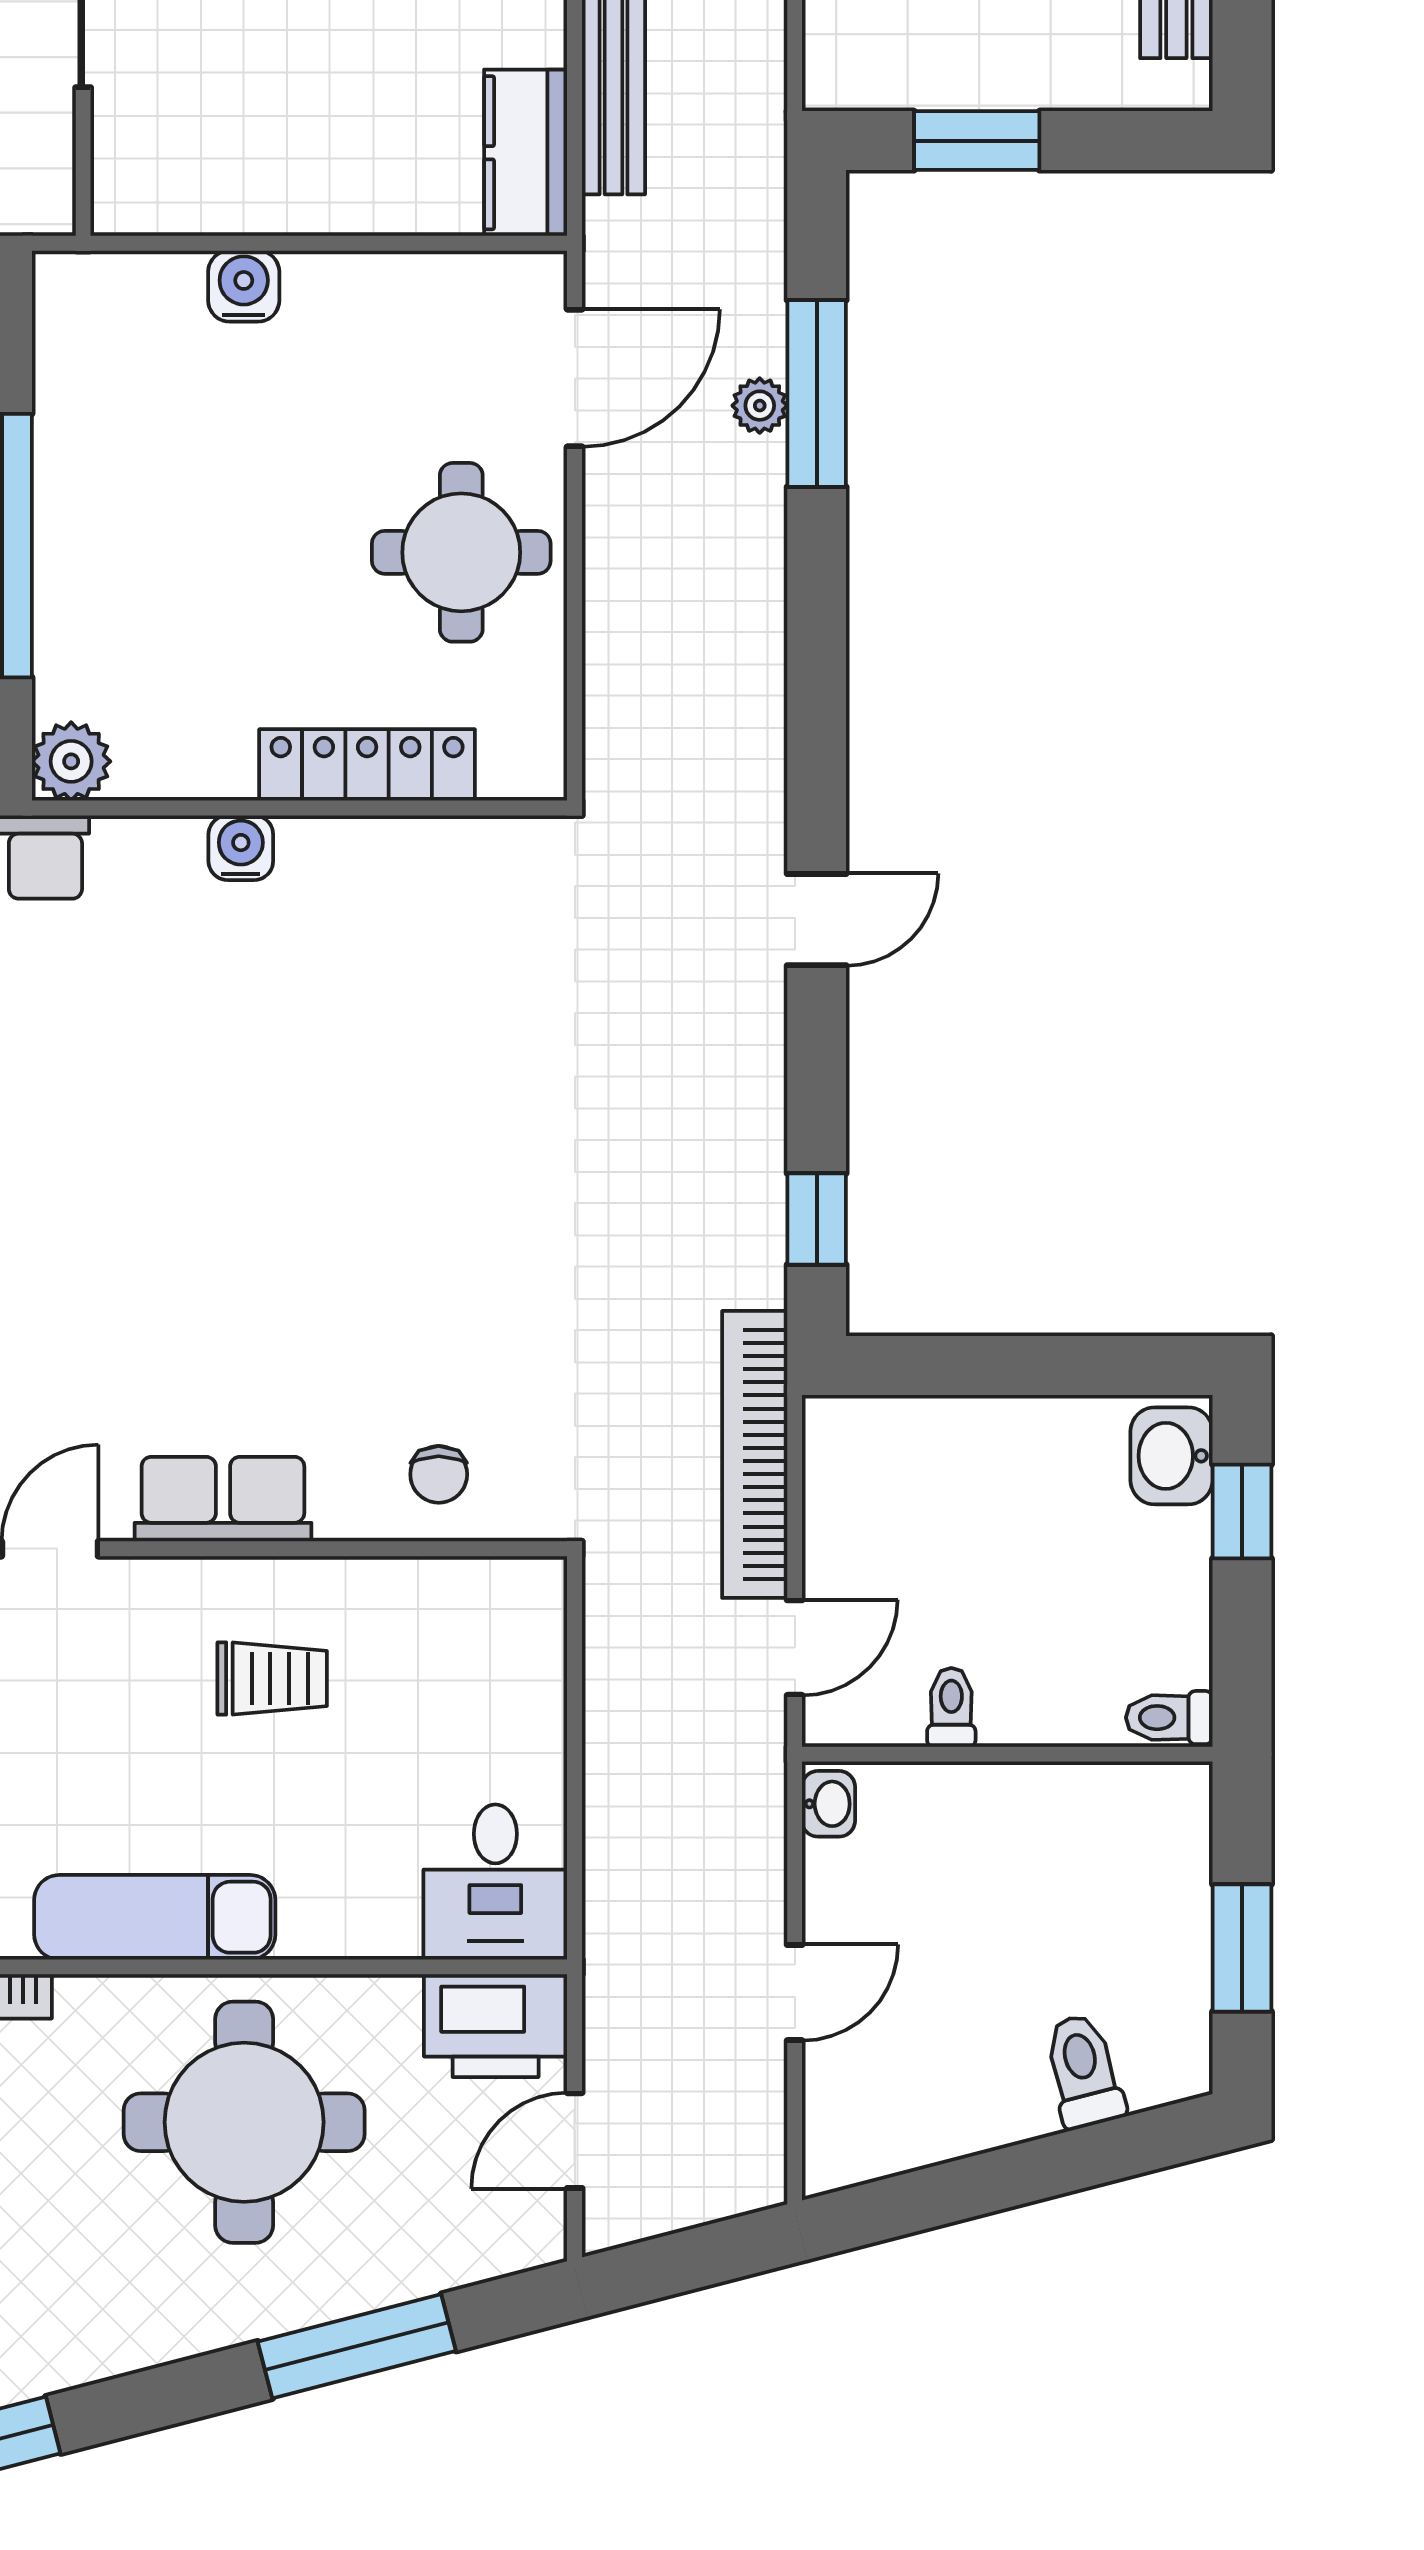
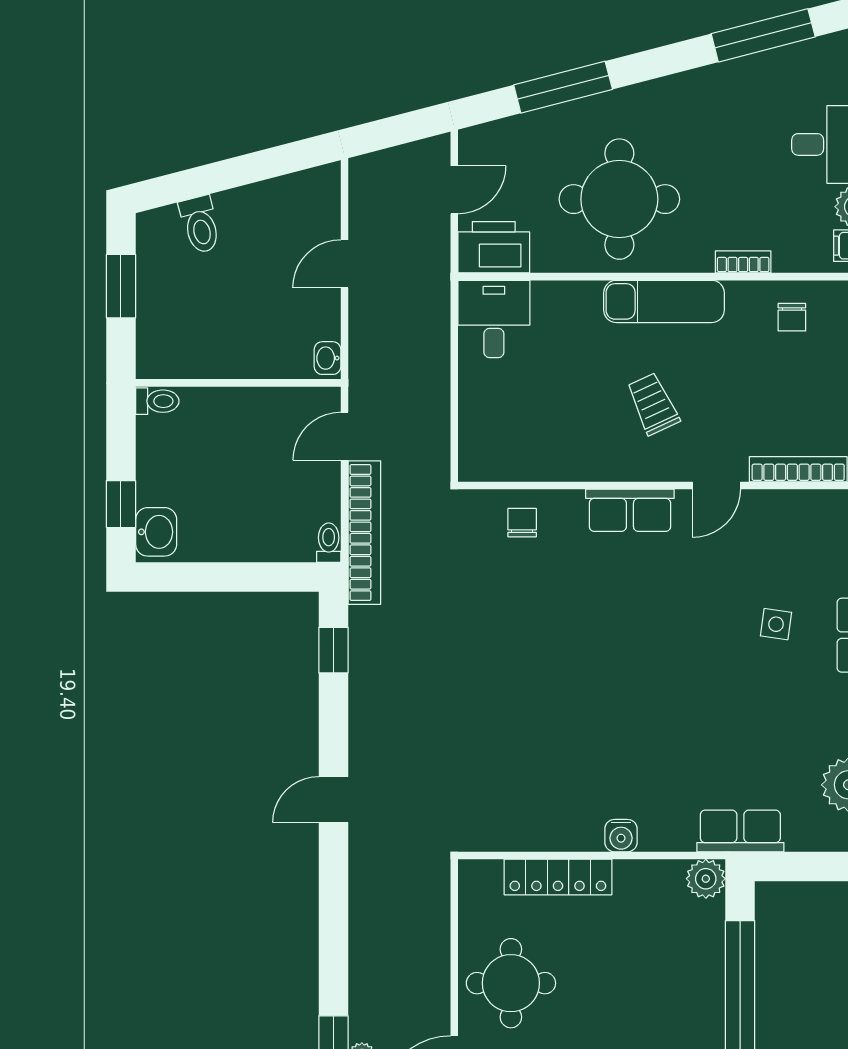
trolley: (272, 1679) -> (653, 404), moved, turned 65
toilet: (951, 1707) -> (329, 543), moved, turned 180

